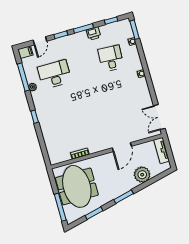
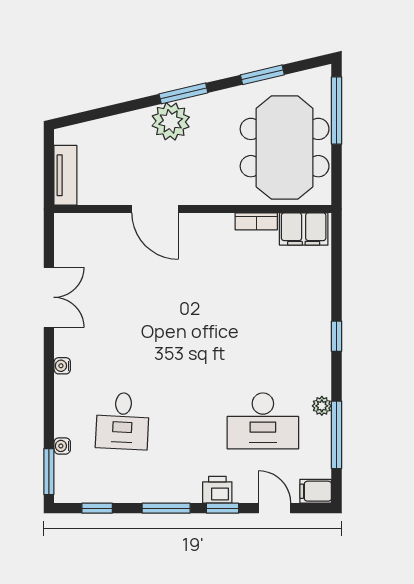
printer: (94, 33) -> (217, 490), moved
door: (40, 41) -> (275, 508), hinge flipped
double door: (159, 117) -> (49, 297), moved
door: (122, 147) -> (155, 209), swing flipped
filing cabinet: (60, 156) -> (304, 229), added
plant: (142, 175) -> (171, 121), moved

